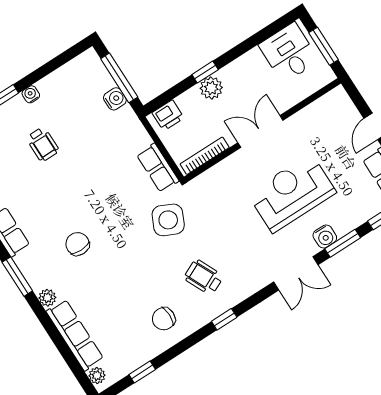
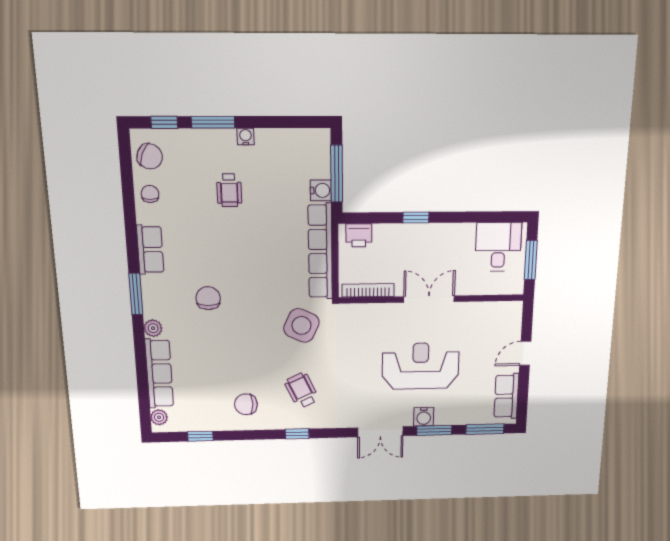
plant: (211, 88) -> (412, 235), removed
row of seats: (158, 168) -> (320, 252), width x2.02

